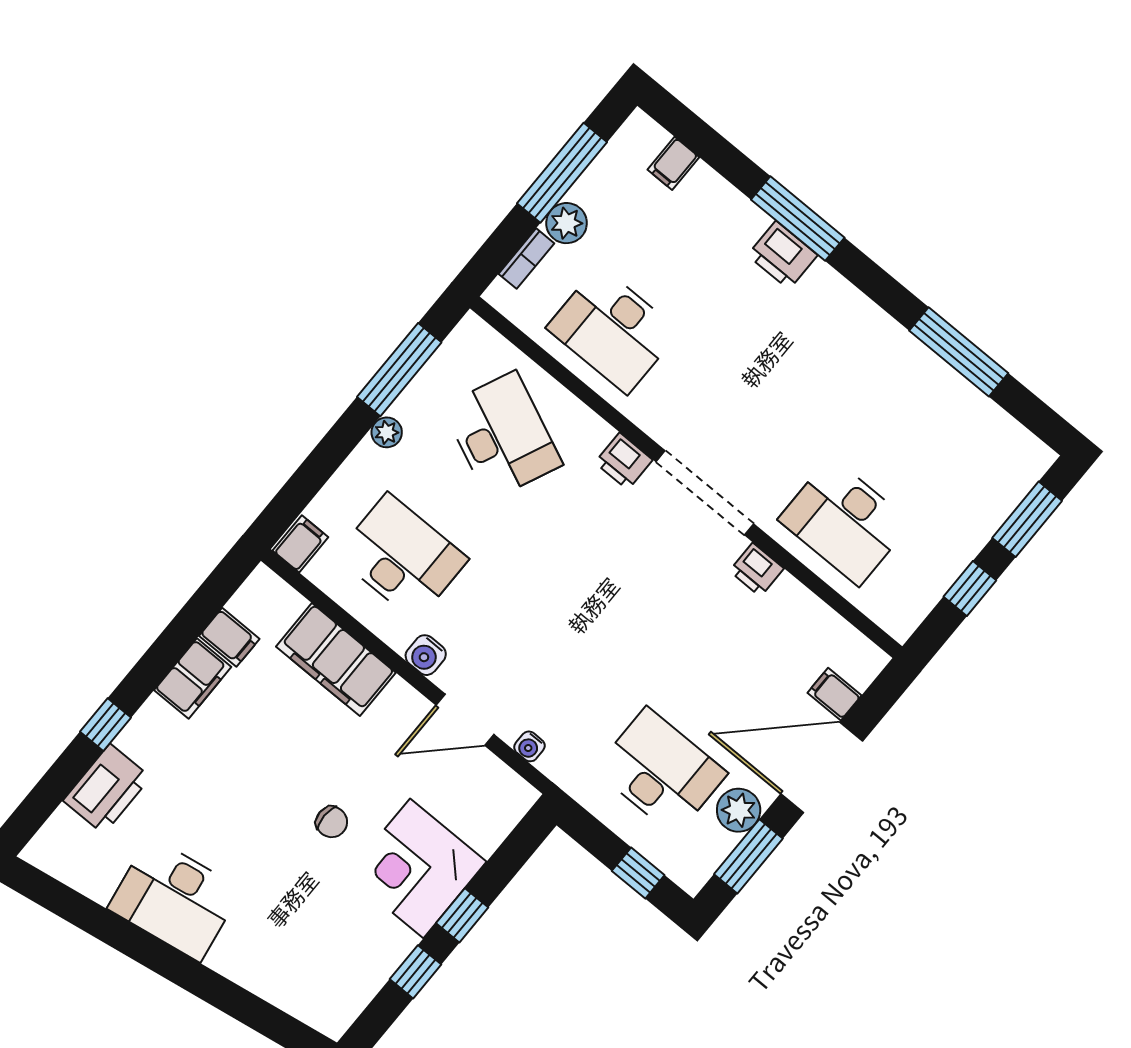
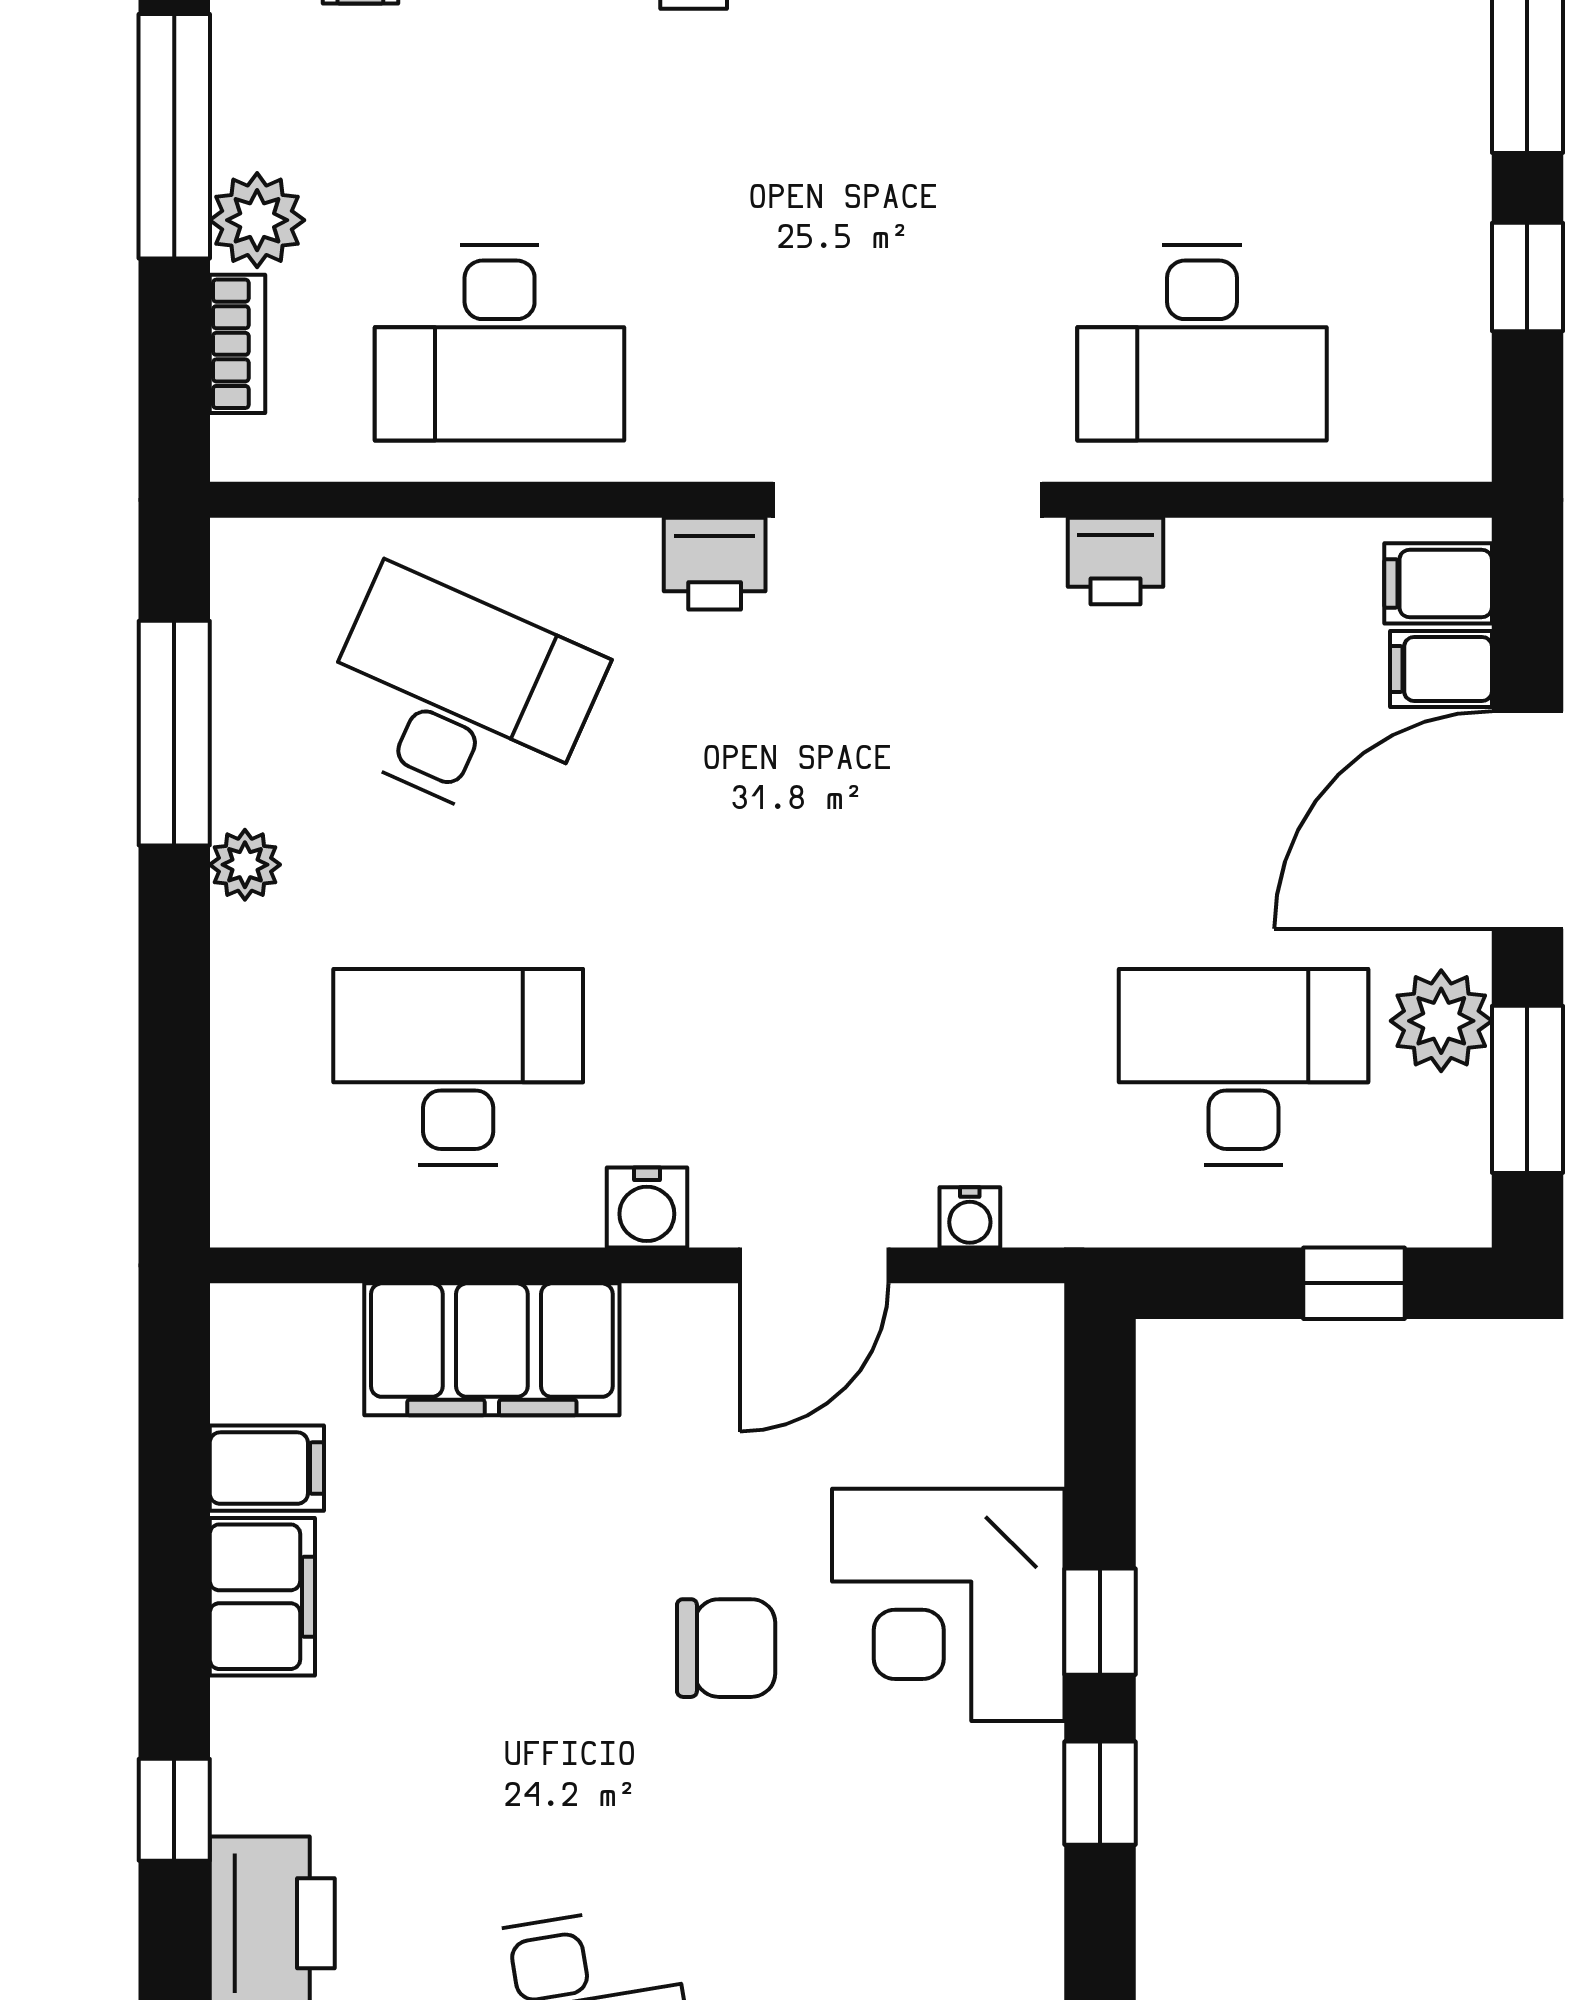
filing cabinet: (300, 544) -> (1438, 583), moved, turned -90
chair: (332, 822) -> (726, 1648), width x1.37, depth x1.37

